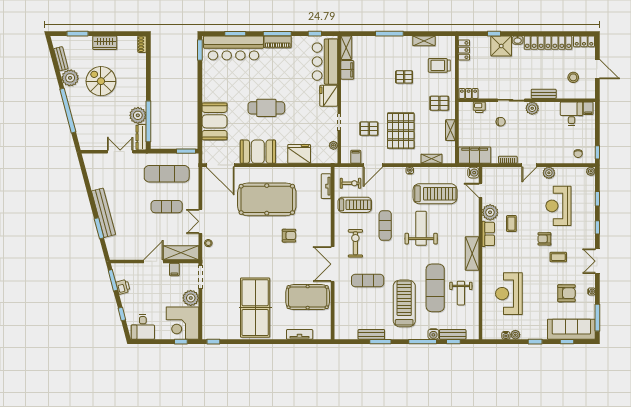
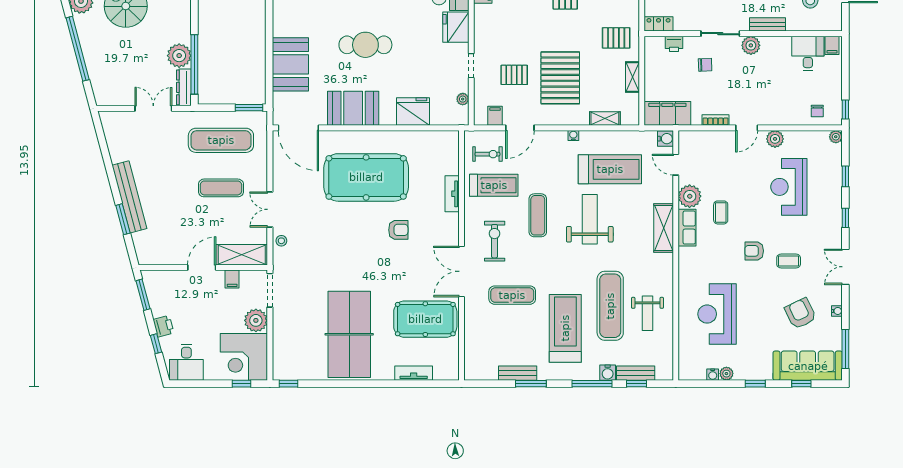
tv unit: (326, 186) -> (452, 194), moved
armchair: (544, 239) -> (754, 251), moved
shelving: (472, 254) -> (664, 228), moved
printer: (123, 287) -> (164, 326), moved
armchair: (566, 293) -> (800, 313), turned -116

